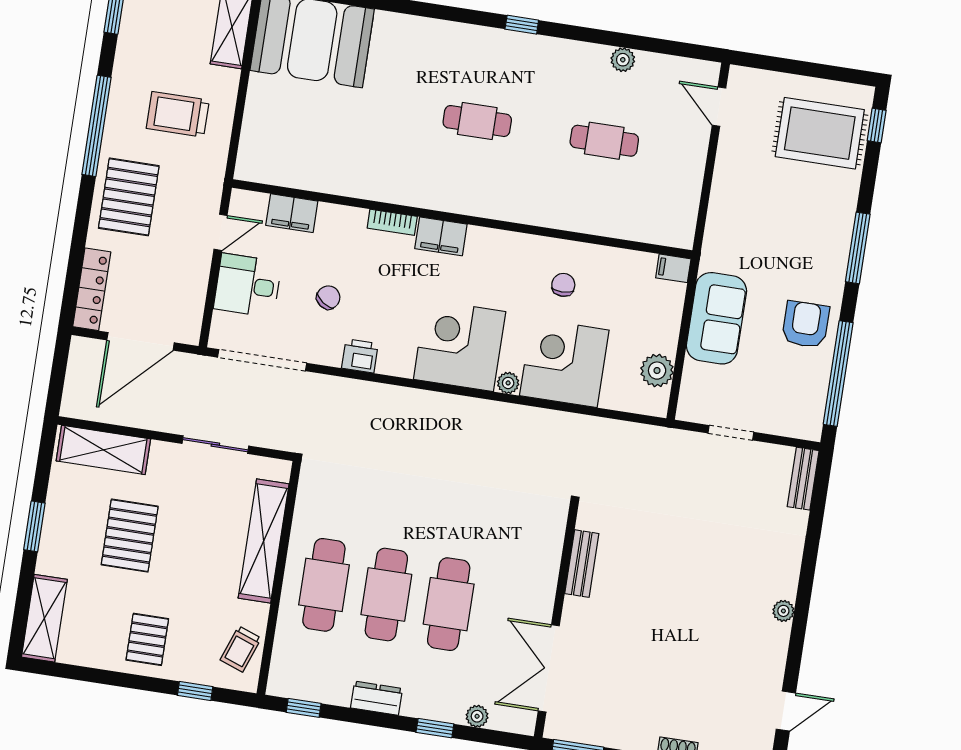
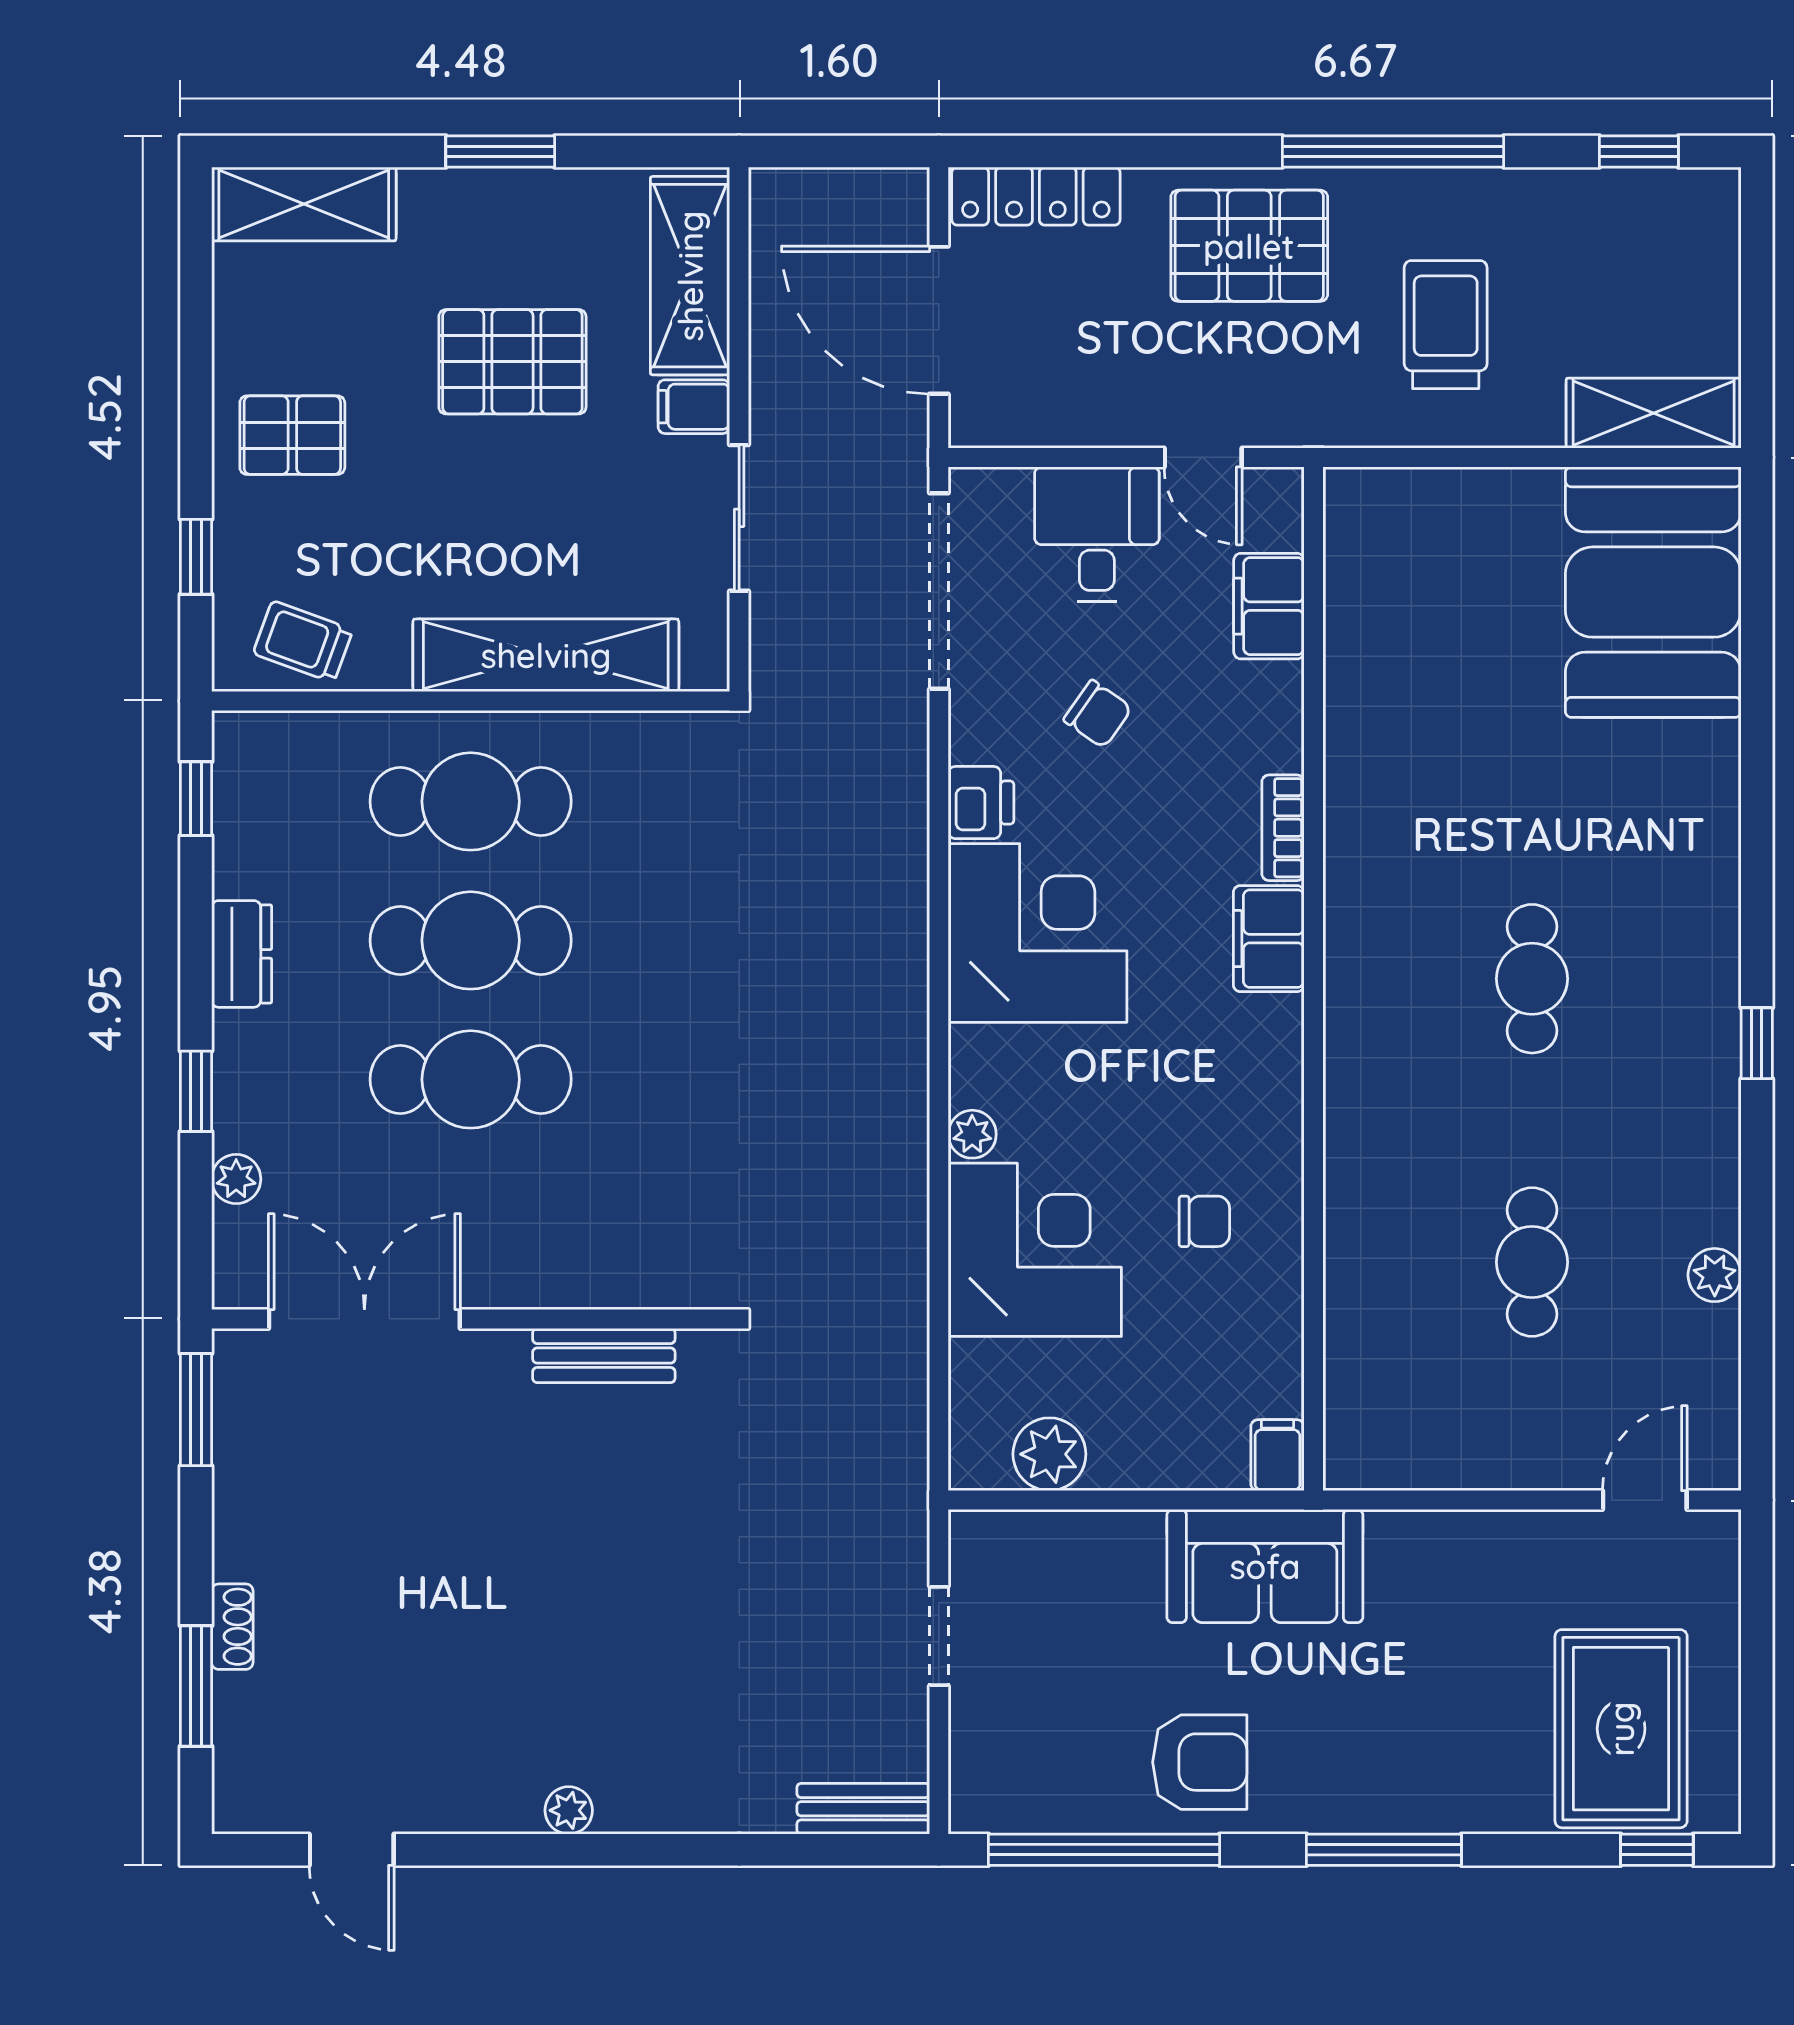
sofa: (716, 318) -> (1265, 1566), moved
corner desk: (460, 345) -> (1038, 933), moved
filing cabinet: (162, 457) -> (694, 407), added

